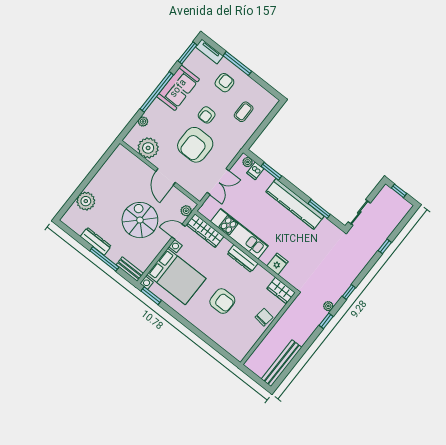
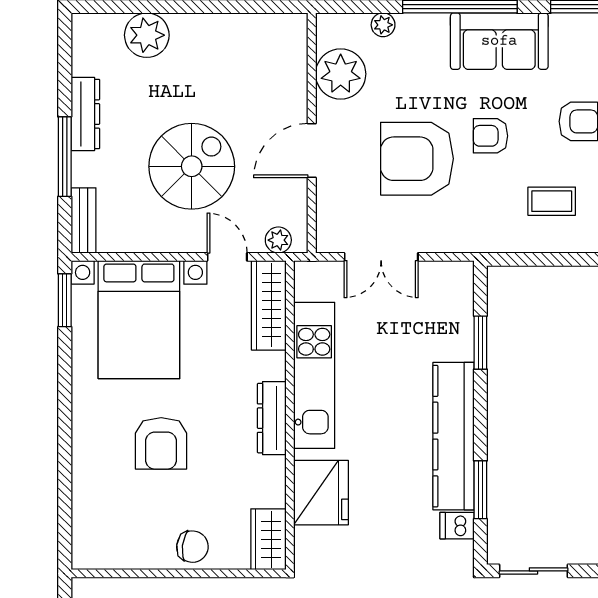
plant: (248, 162) -> (462, 284), removed
dishwasher: (255, 171) -> (457, 526), moved
fridge: (278, 264) -> (321, 493), width x1.88, depth x1.34

